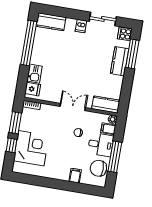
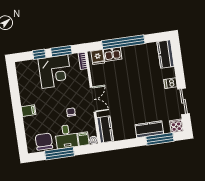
window: (29, 43) -> (123, 42), moved
corner desk: (31, 148) -> (55, 72), moved
filing cabinet: (75, 176) -> (28, 111), moved

